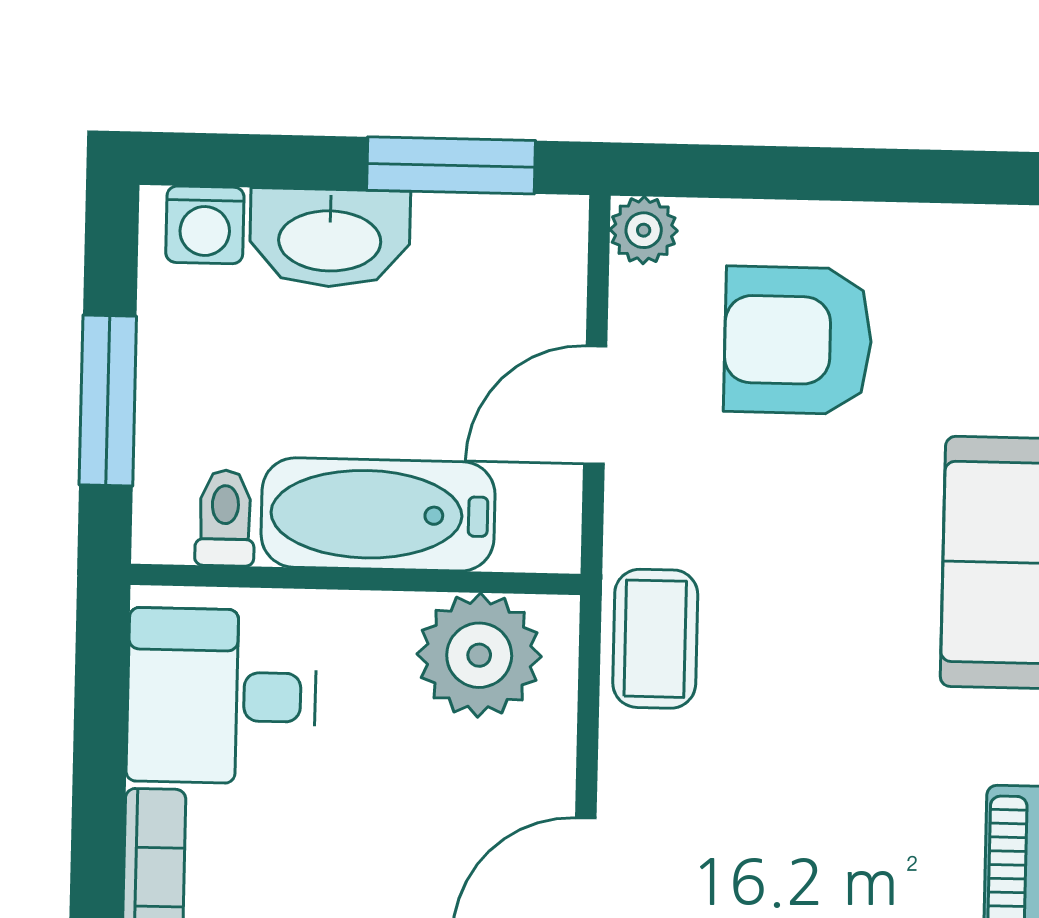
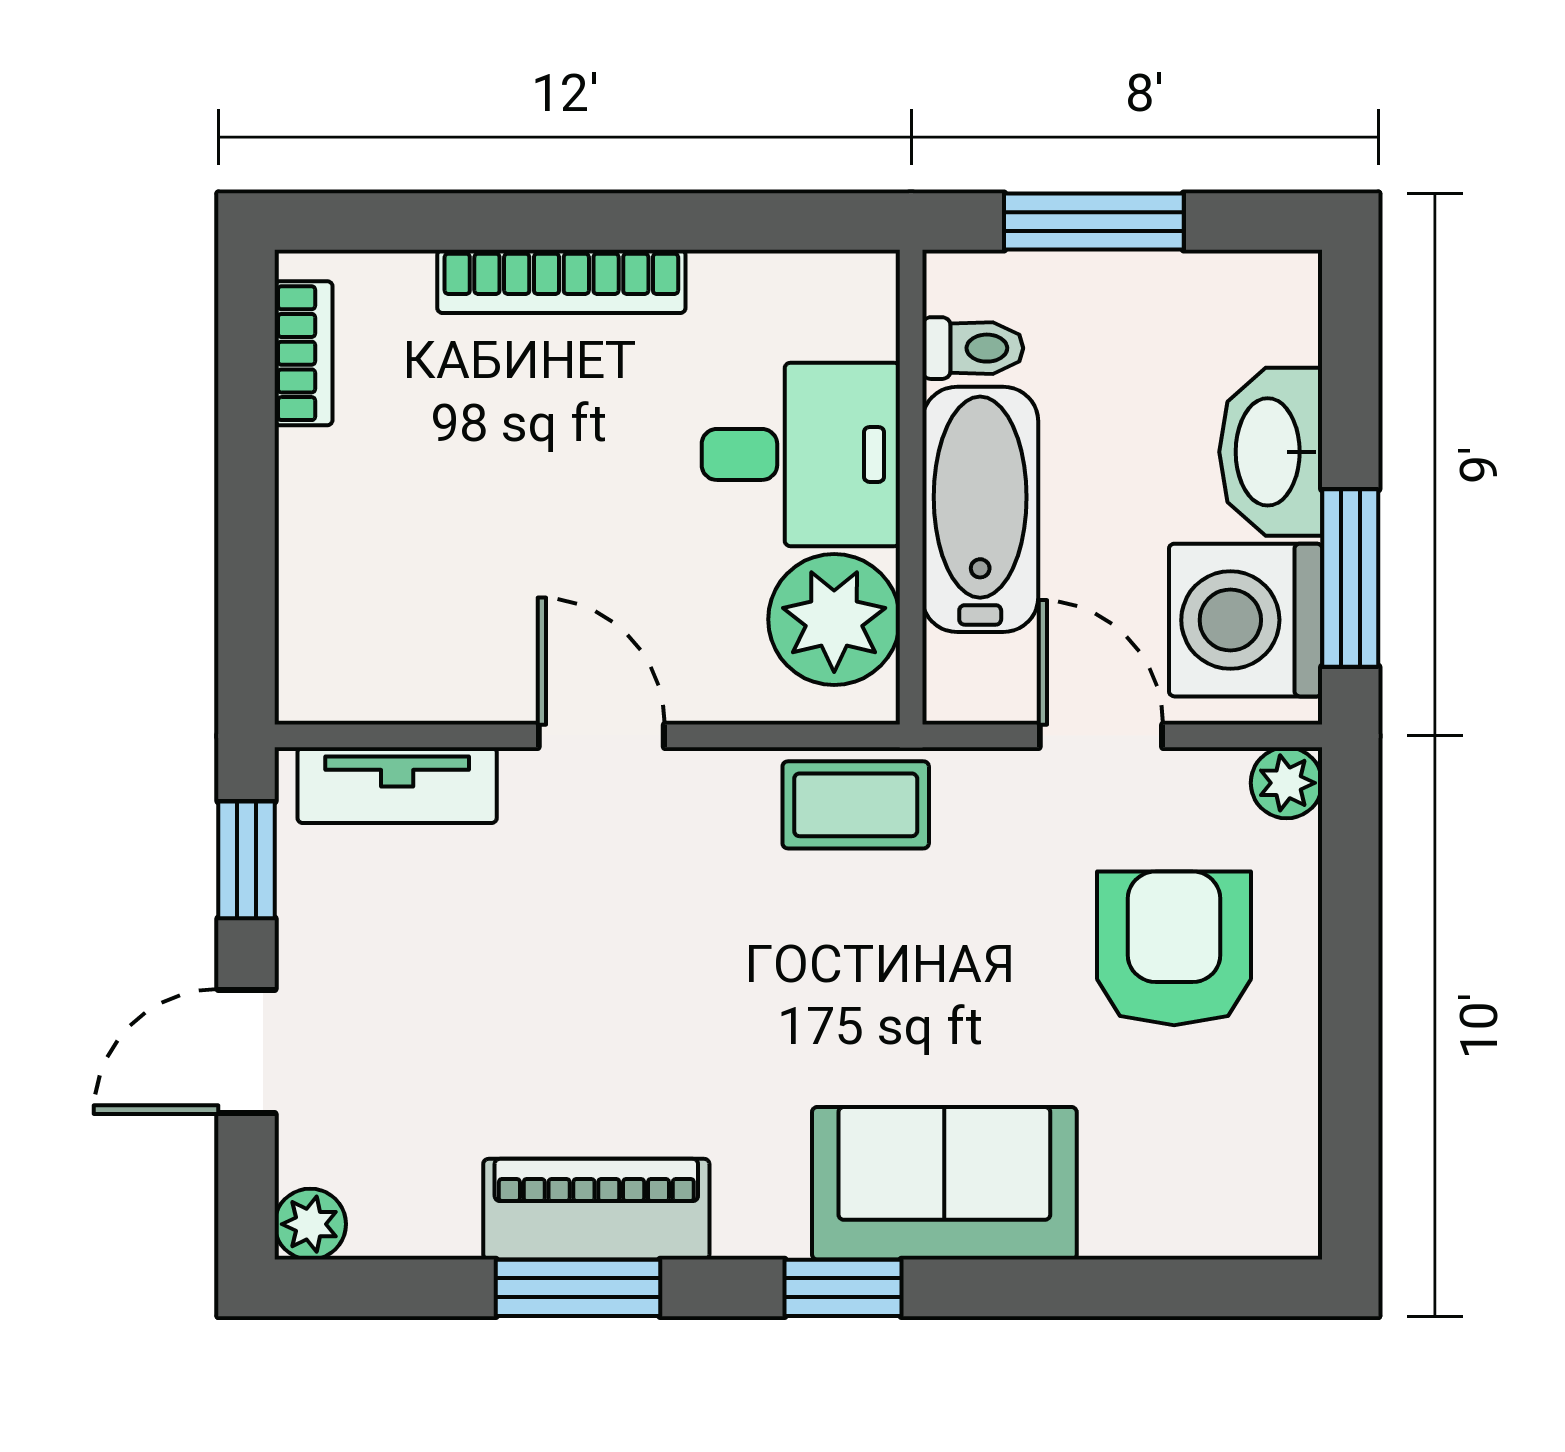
washing machine: (205, 225) -> (1246, 620), moved, width x1.89, depth x1.89
desk: (222, 696) -> (801, 454), moved, turned 90

